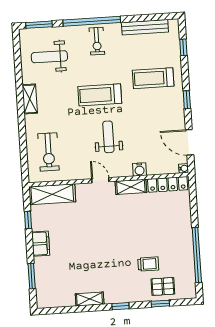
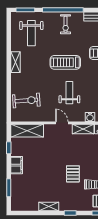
weight bench: (49, 57) -> (31, 33), turned -90
exercise bike: (48, 152) -> (26, 100), turned -94
pallet: (121, 251) -> (73, 174), added

